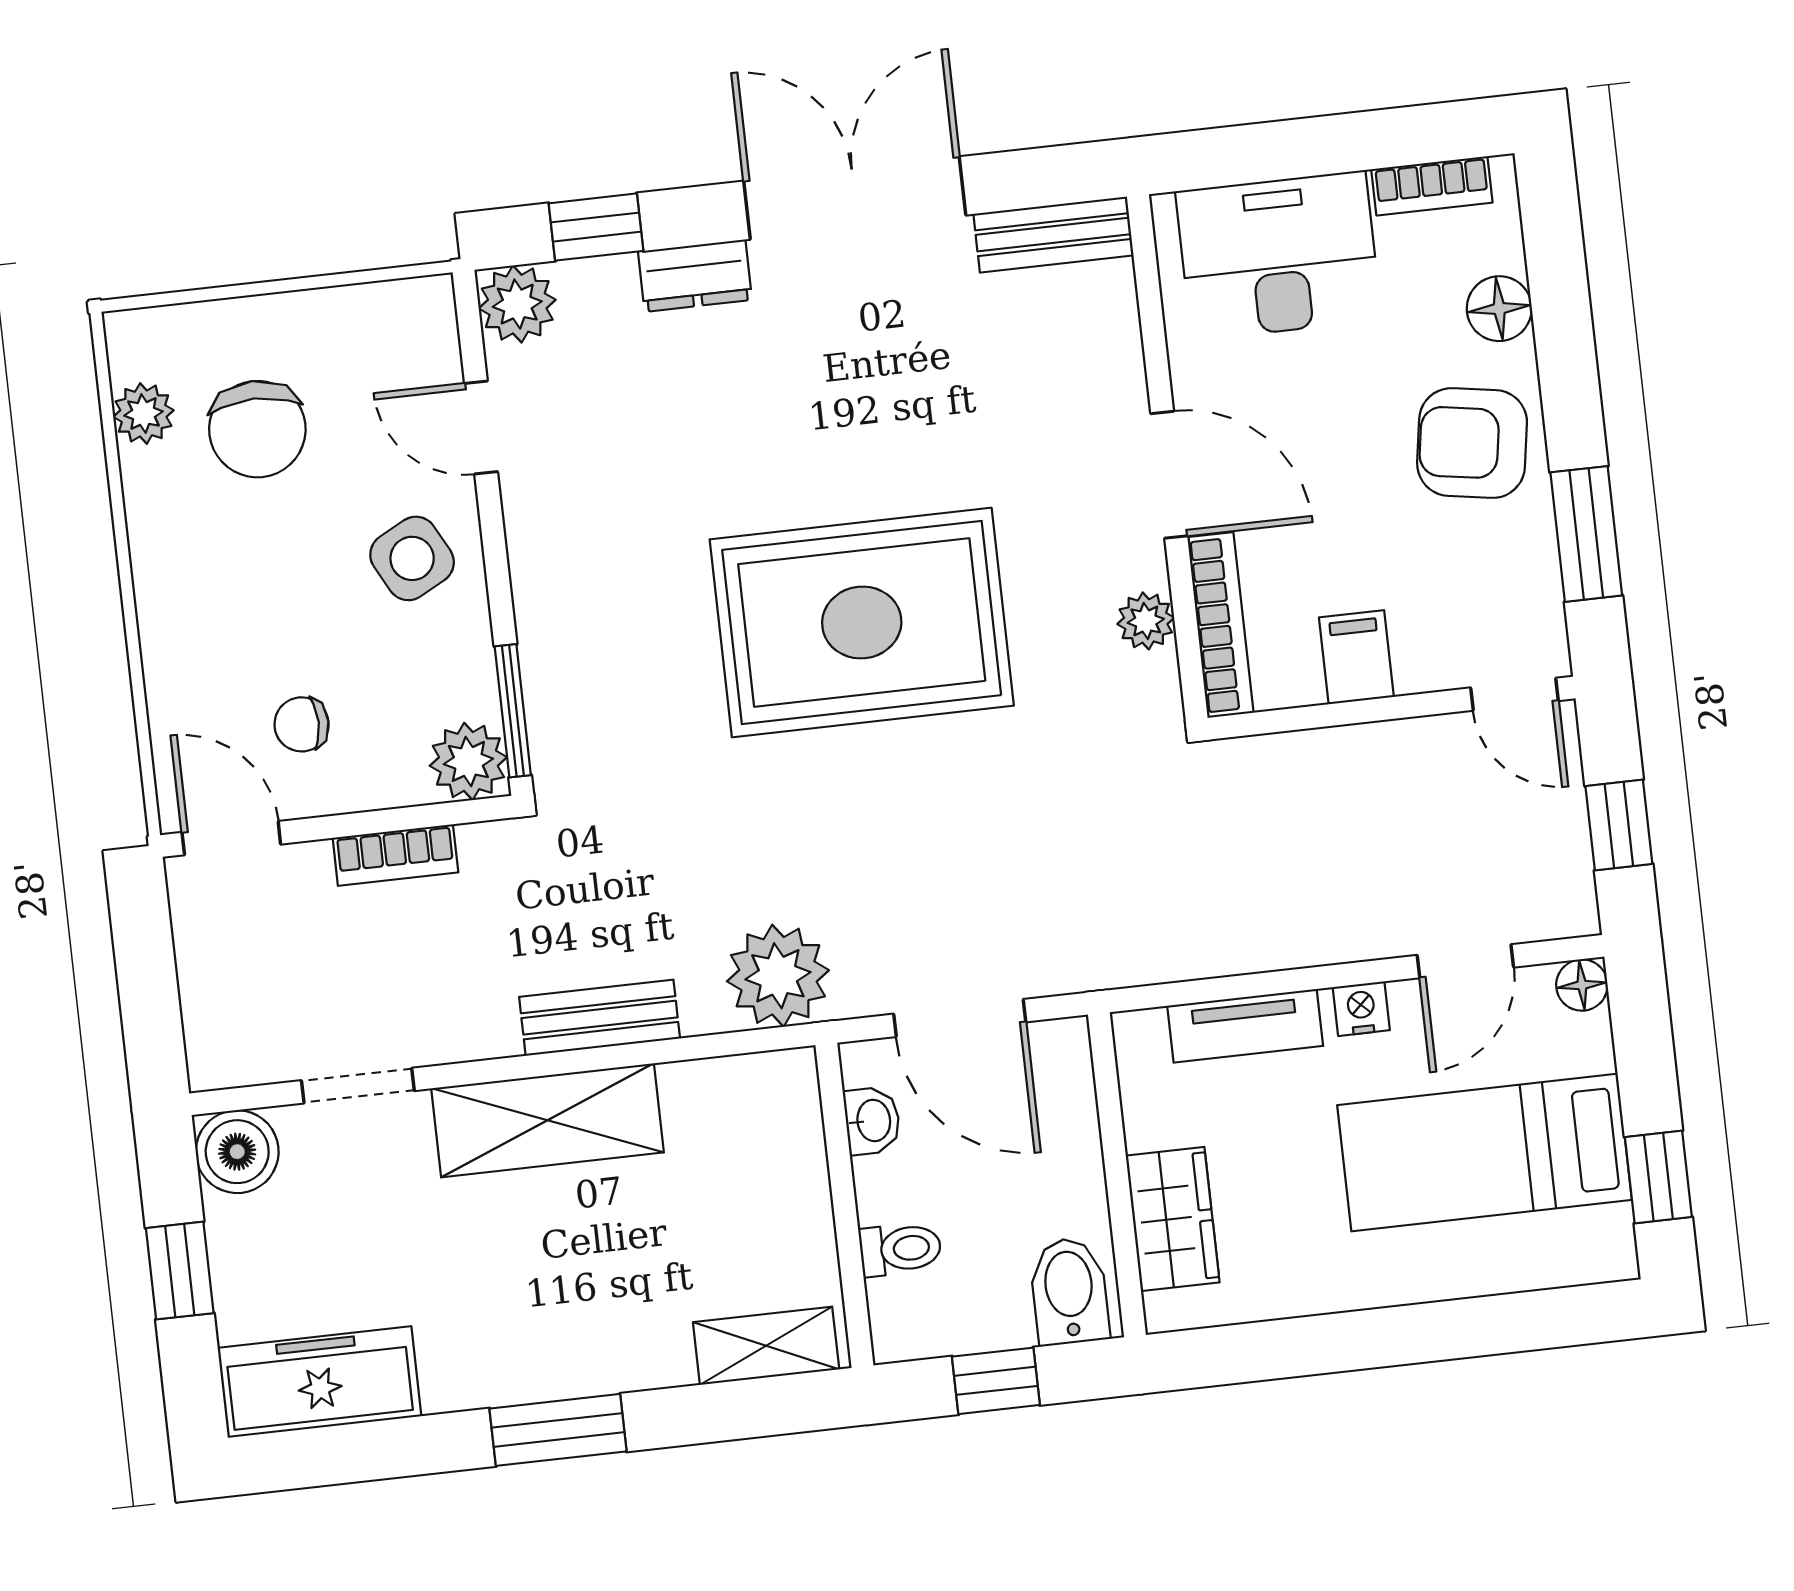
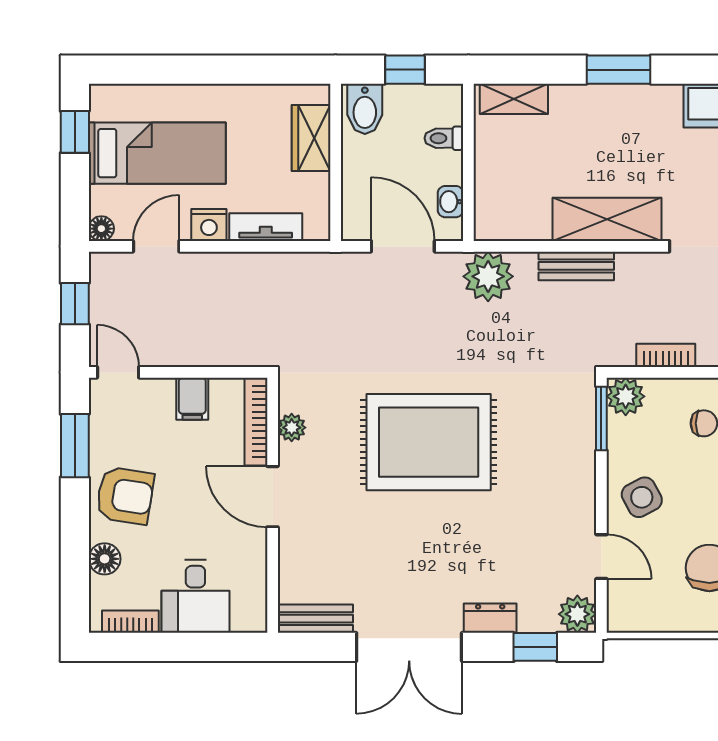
desk: (1279, 255) -> (195, 596), width x0.73
nightstand: (1361, 1009) -> (209, 225), width x1.39, depth x1.35

